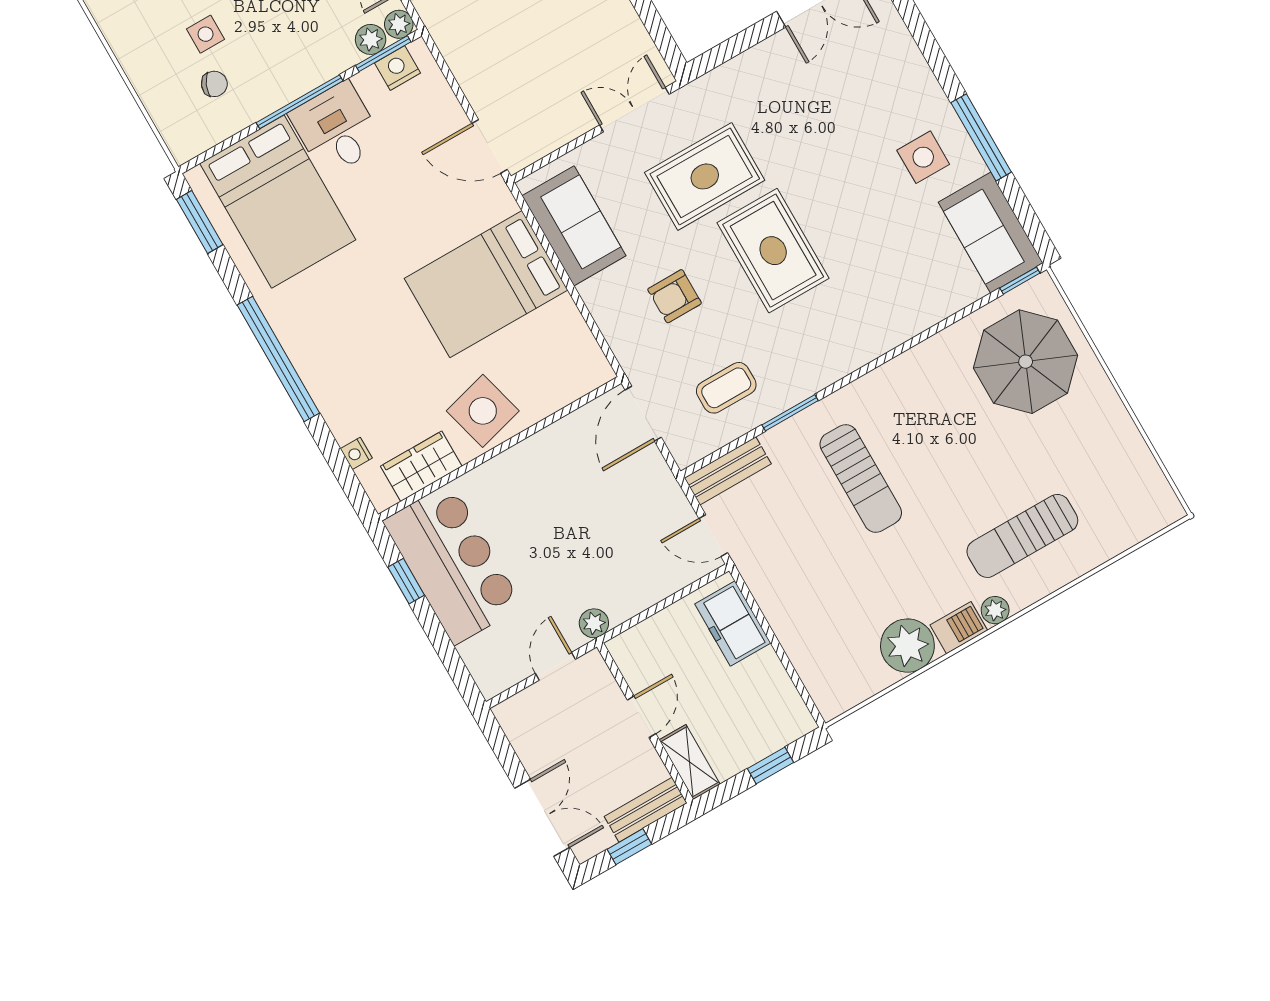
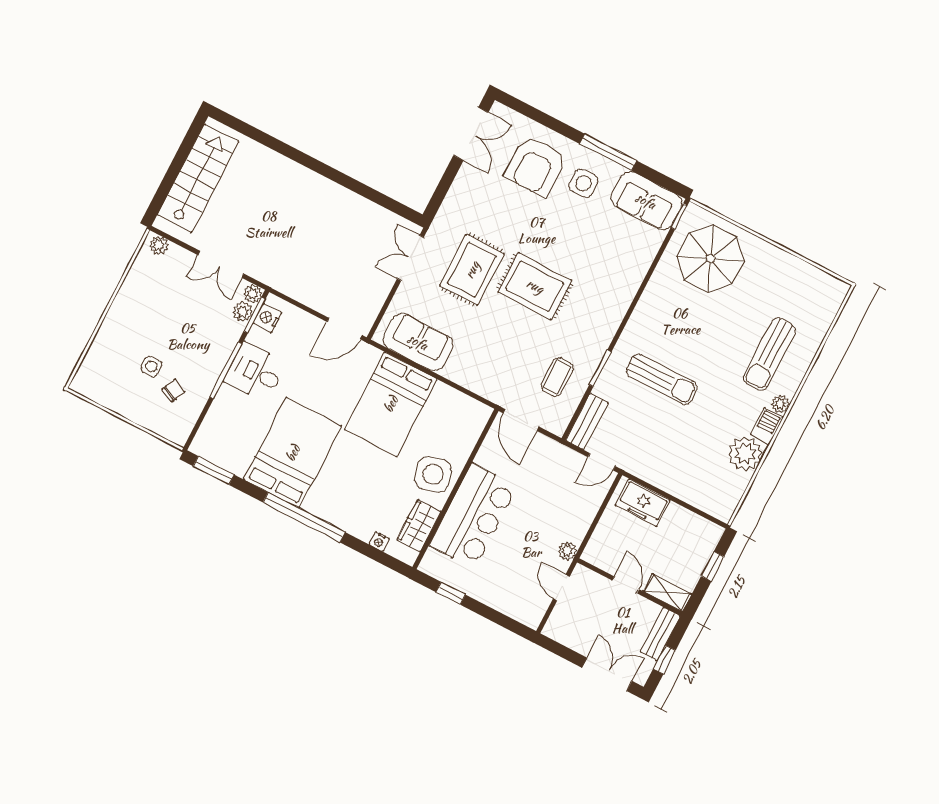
bed: (278, 202) -> (293, 453), moved, turned -90
armchair: (675, 296) -> (536, 166), moved, width x1.88, depth x1.88
bar counter: (453, 564) -> (473, 516), moved, turned 90

